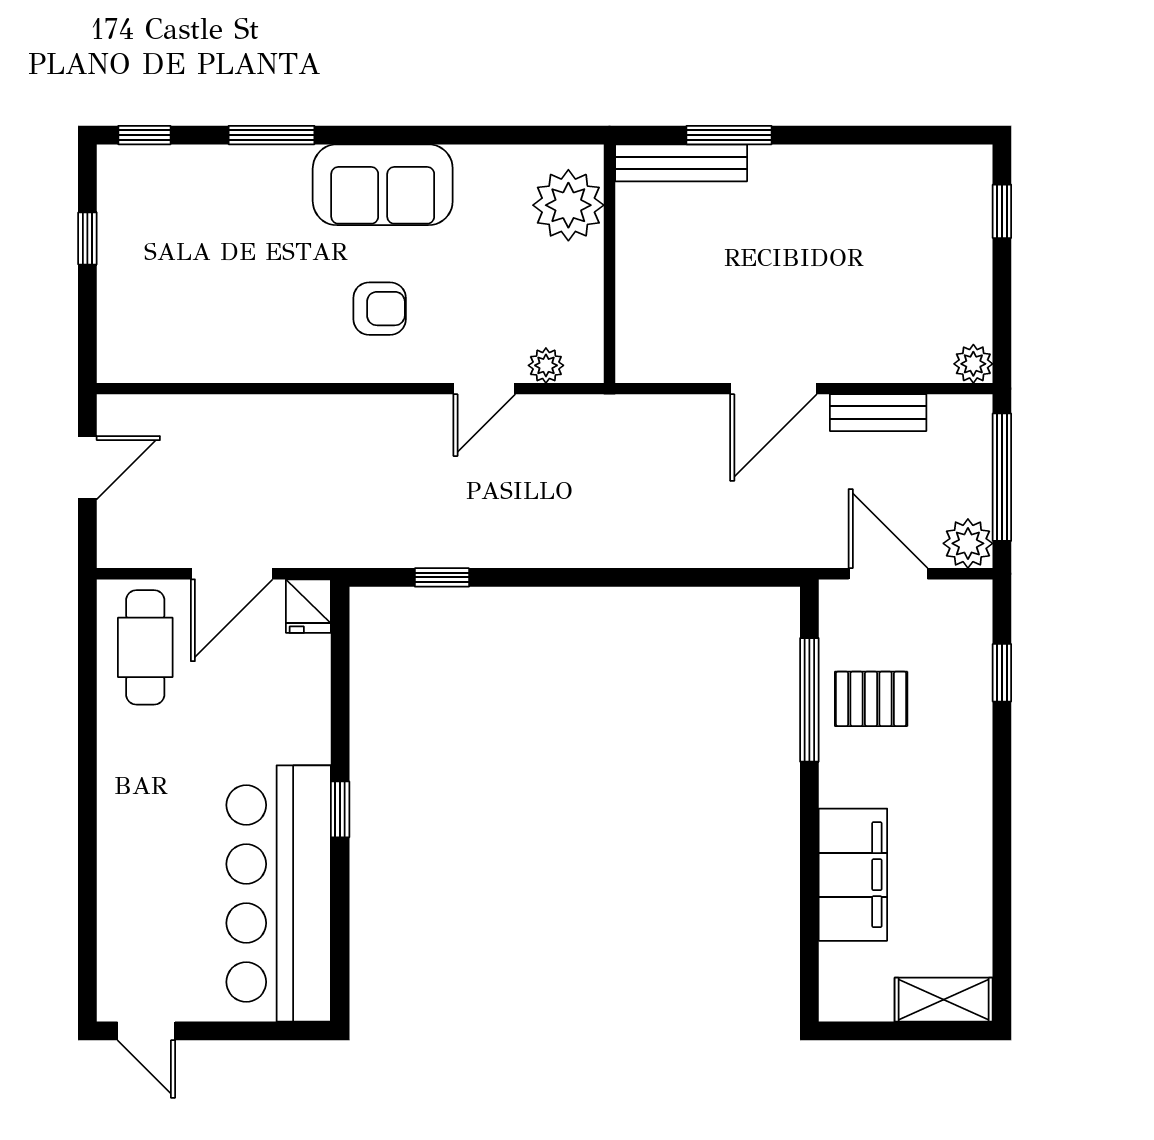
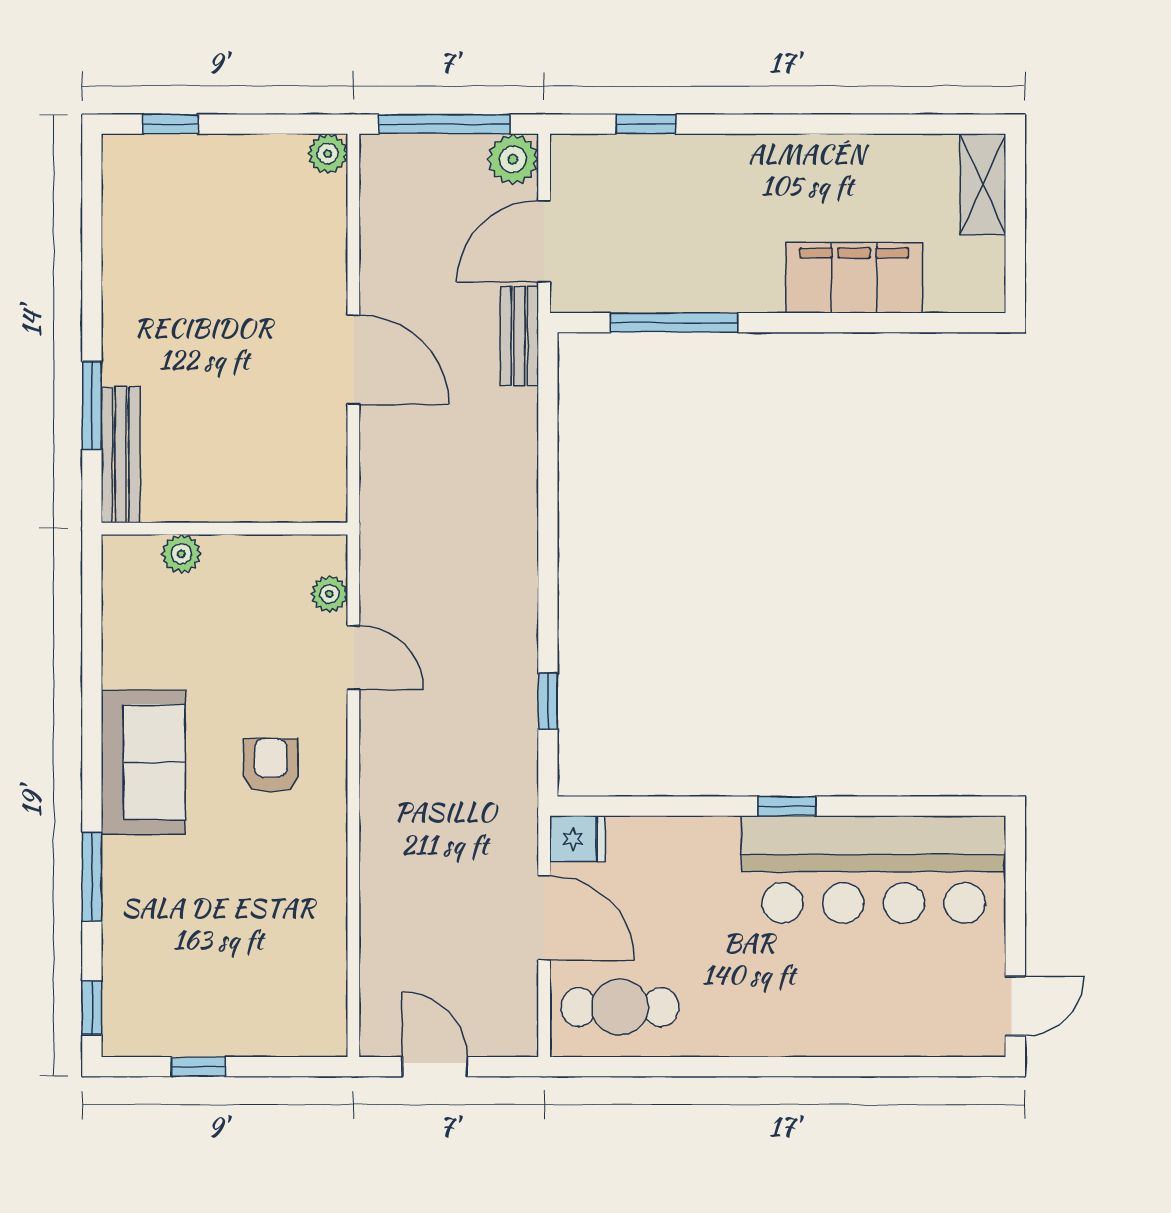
plant: (568, 205) -> (181, 554), width x0.53, depth x0.53
bench: (878, 413) -> (519, 336), moved
pallet: (871, 699) -> (673, 259), removed

